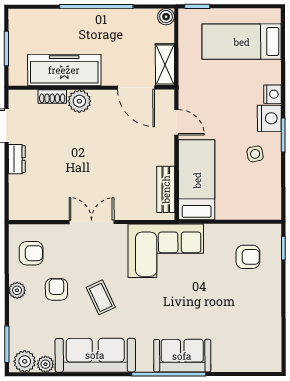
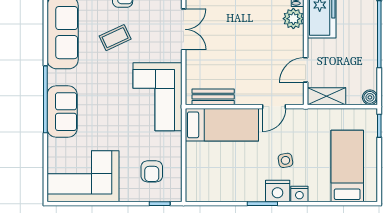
door: (136, 88) -> (306, 70), width x0.73
side table: (255, 154) -> (285, 160), moved
corner sofa: (253, 333) -> (83, 176), added

